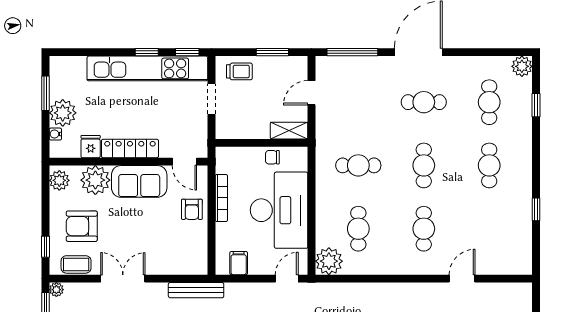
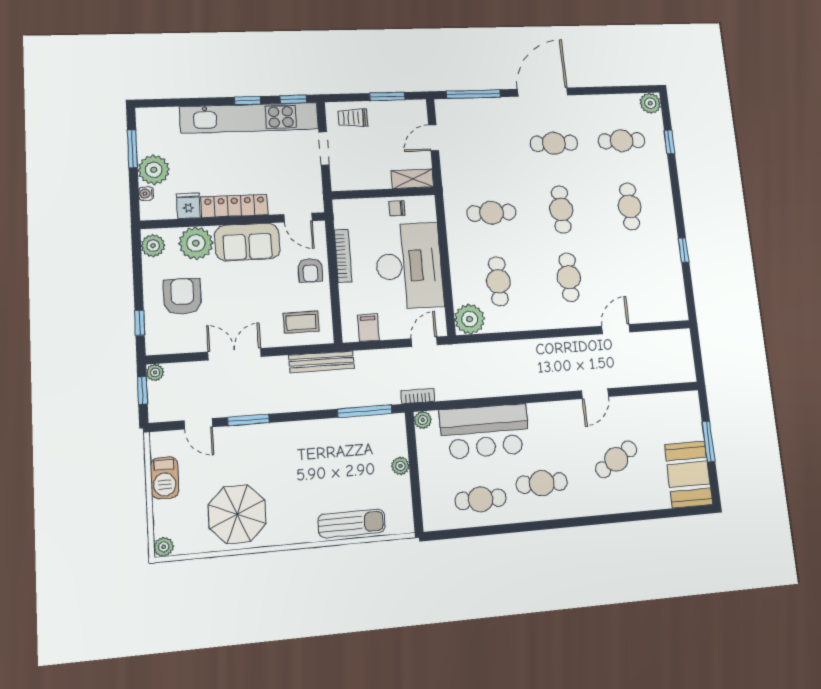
trolley: (239, 71) -> (353, 118), turned 180
cafe table: (489, 102) -> (622, 141), turned 90
armchair: (82, 226) -> (182, 296), turned 90
coffee table: (76, 264) -> (301, 322), moved

